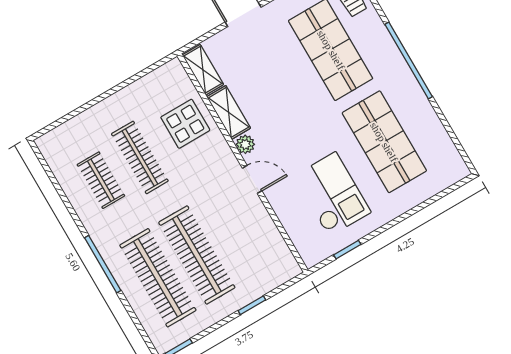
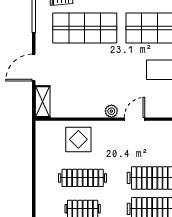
shelving: (203, 70) -> (43, 102), moved, turned 90
shelving: (229, 112) -> (87, 110), removed

